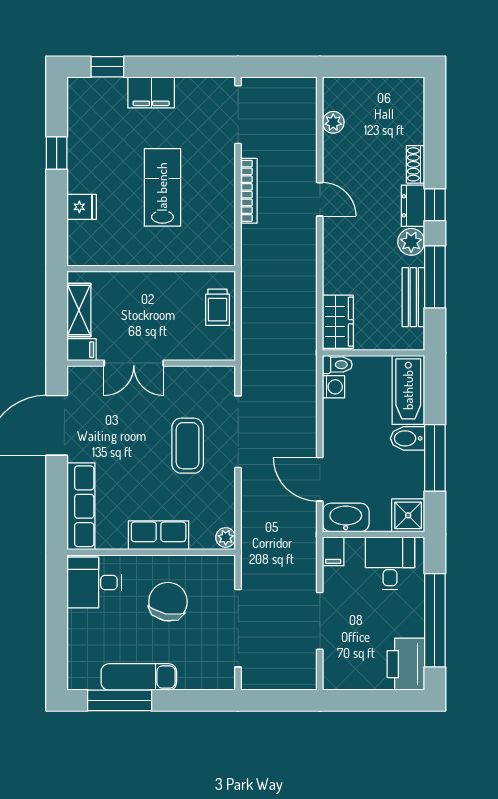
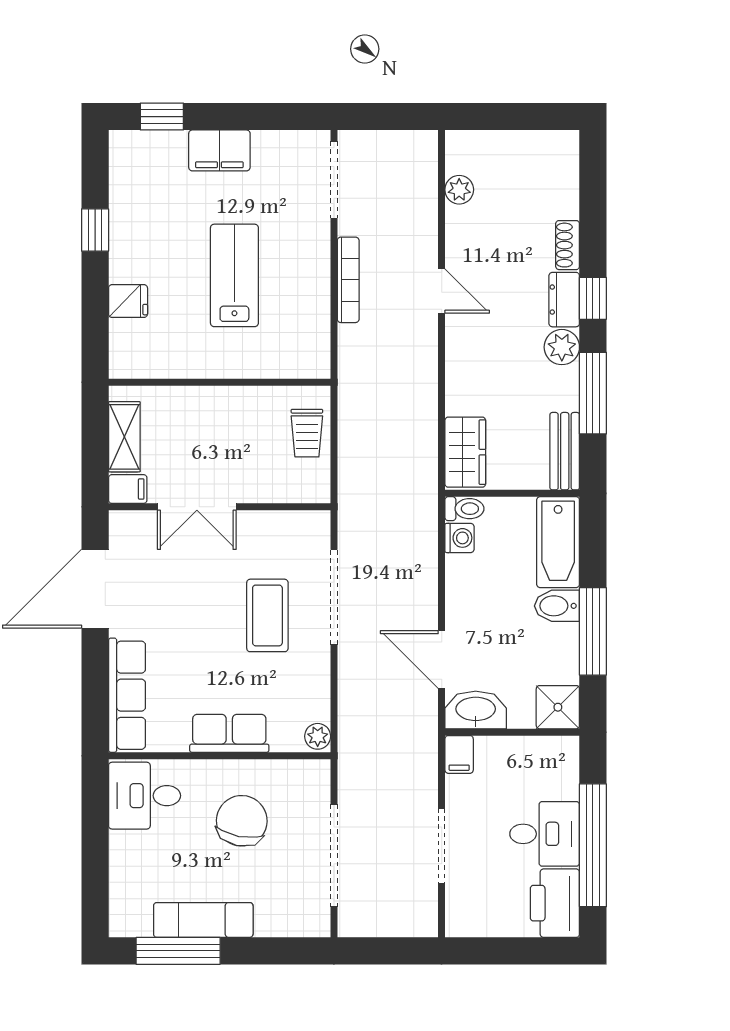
bench: (413, 297) -> (565, 451), moved
desk: (390, 563) -> (545, 834), moved, turned 90

